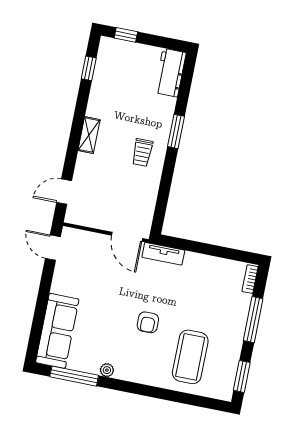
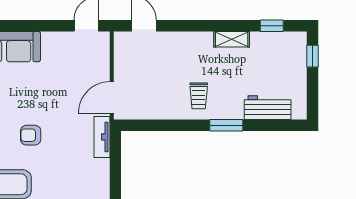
workbench: (170, 73) -> (268, 108), moved
shelving: (89, 135) -> (232, 39), moved
trolley: (142, 153) -> (199, 96), turned -90

